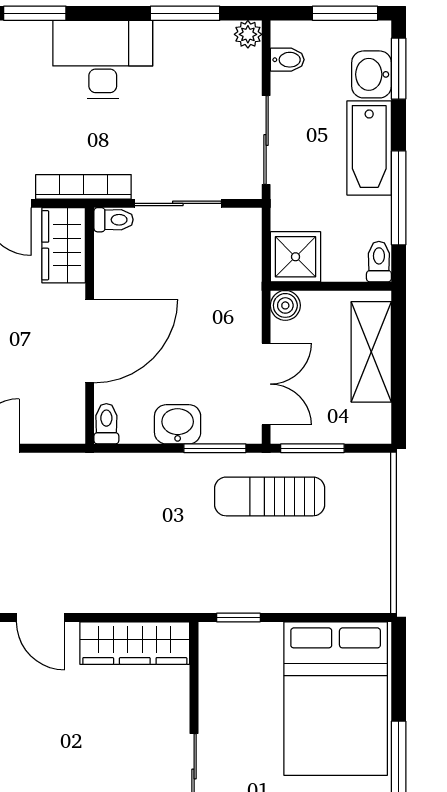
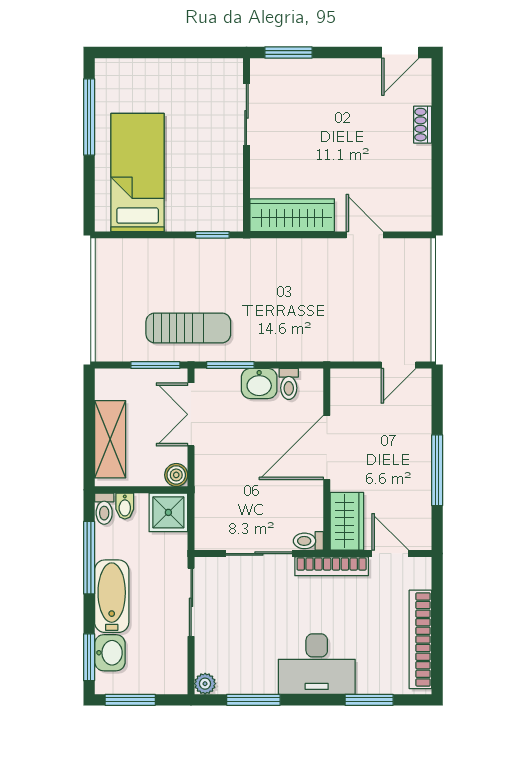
bidet: (287, 60) -> (125, 506), moved, turned -90
toilet: (106, 424) -> (289, 384), moved
bed: (336, 699) -> (138, 172), width x0.67

